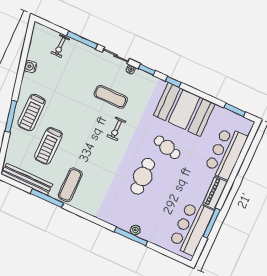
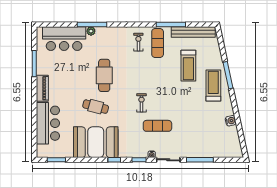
exercise bike: (60, 46) -> (138, 42), moved
treadmill: (48, 146) -> (188, 66), turned 180
bar counter: (191, 228) -> (64, 39), moved, turned 90

